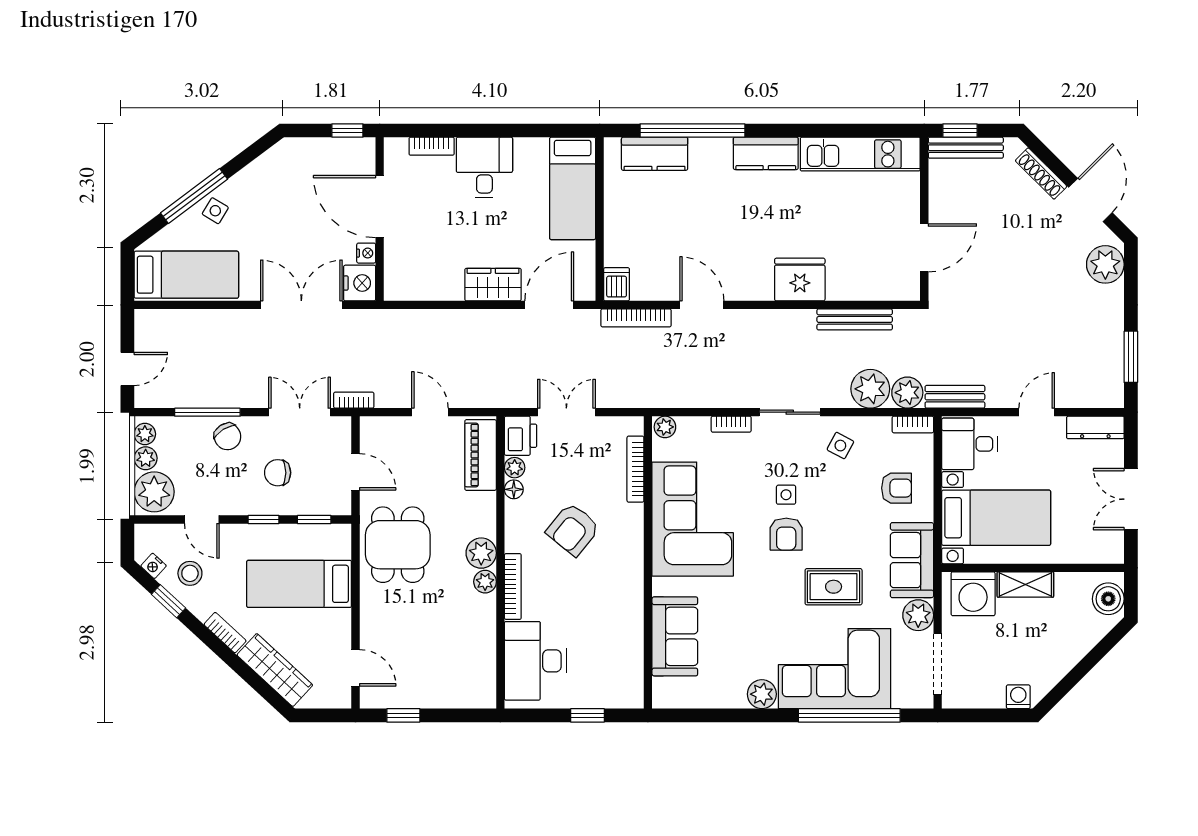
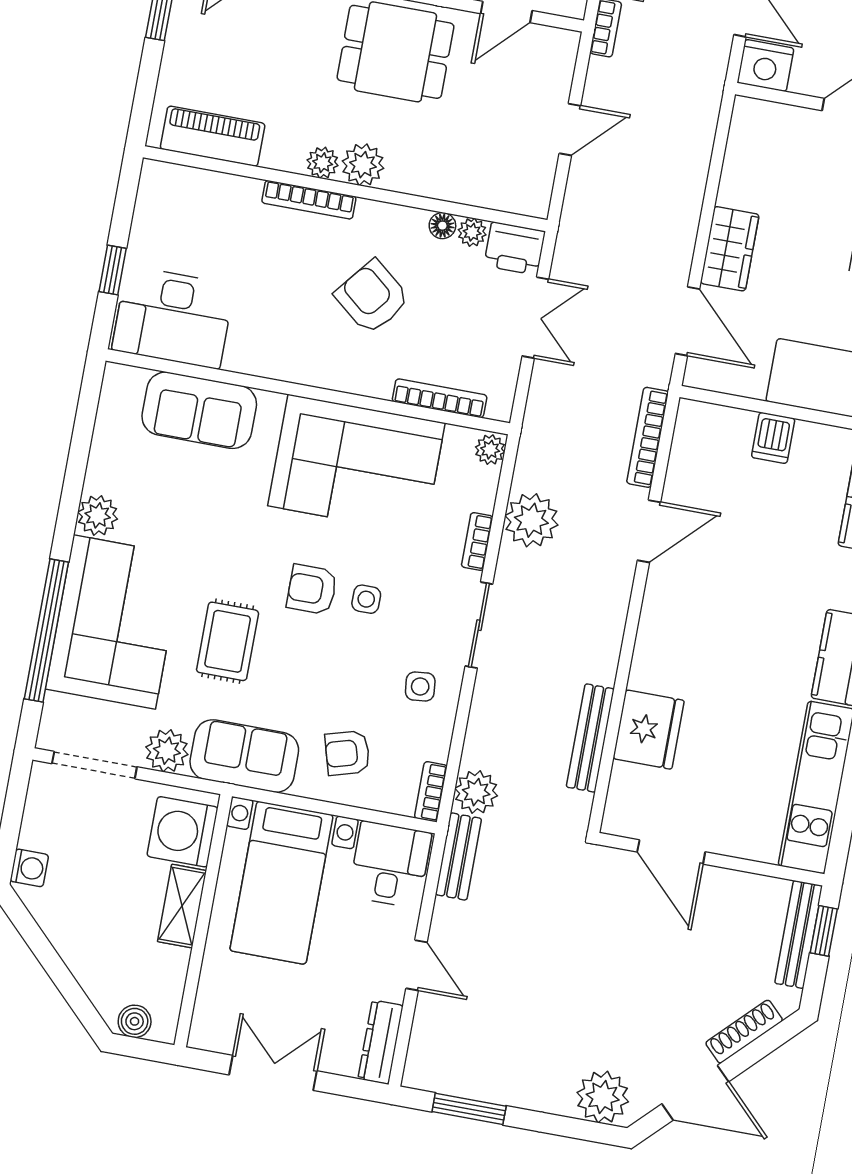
nightstand: (366, 253) -> (805, 82), removed
fridge: (800, 280) -> (649, 730), moved
dishwasher: (617, 284) -> (773, 438), moved, turned 90
plant: (870, 389) -> (531, 520), moved
side table: (840, 446) -> (420, 686), turned -34
piano: (481, 455) -> (213, 136), moved
armchair: (897, 488) -> (347, 753), turned 74
boiler: (1108, 599) -> (135, 1021), width x0.73, depth x0.73
desk: (535, 661) -> (173, 317), moved, turned 180

